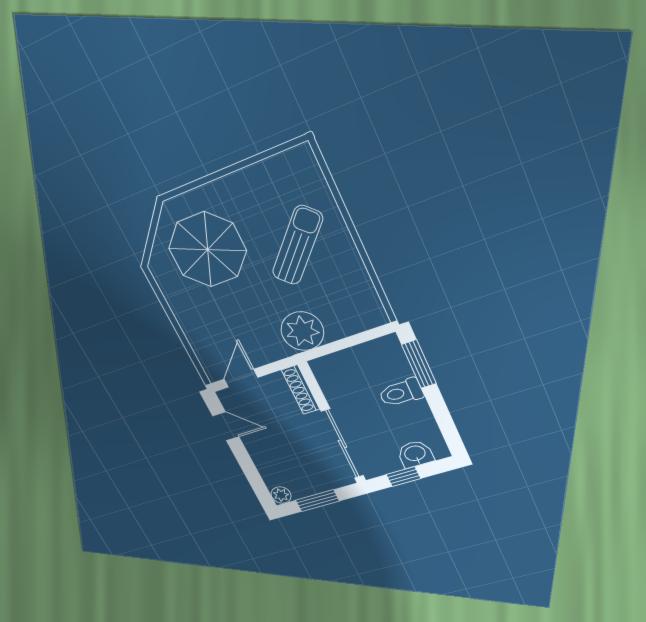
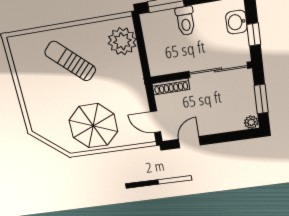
parasol: (207, 250) -> (93, 126), moved
plant: (302, 331) -> (122, 41), moved

